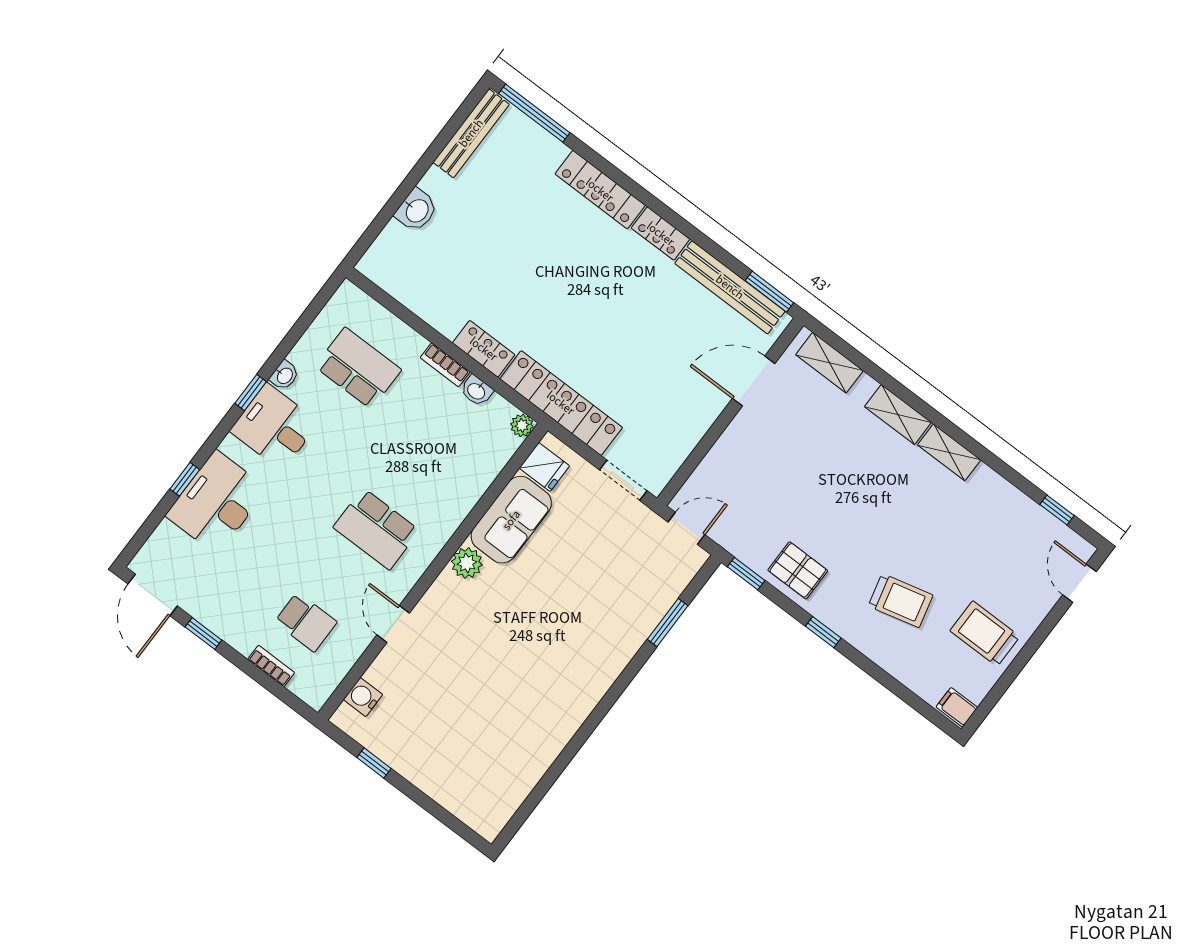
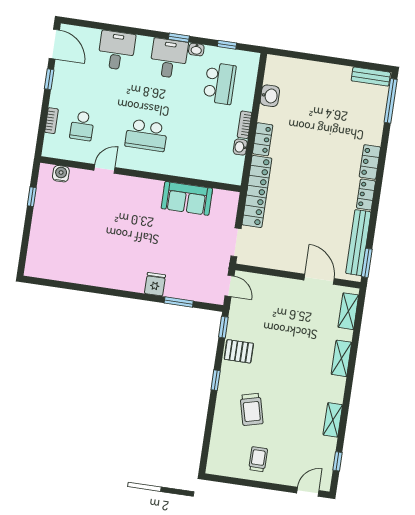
bench: (471, 133) -> (371, 77), width x0.73
locker: (600, 190) -> (370, 162), width x0.66
washbasin: (416, 210) -> (270, 96), moved, turned -90
plant: (522, 425) -> (236, 178), removed
shelving: (949, 452) -> (333, 420), moved
fridge: (544, 467) -> (155, 284), moved, turned 180
window: (185, 479) -> (227, 45), moved
desk: (217, 502) -> (116, 50), width x0.73
school desk: (376, 529) -> (146, 135), turned -90
plant: (467, 563) -> (154, 188), removed
pallet: (798, 570) -> (239, 351), turned 90
door: (153, 595) -> (54, 44), swing flipped
trolley: (985, 634) -> (258, 459), width x0.73, depth x0.72
filing cabinet: (957, 707) -> (215, 465), removed

